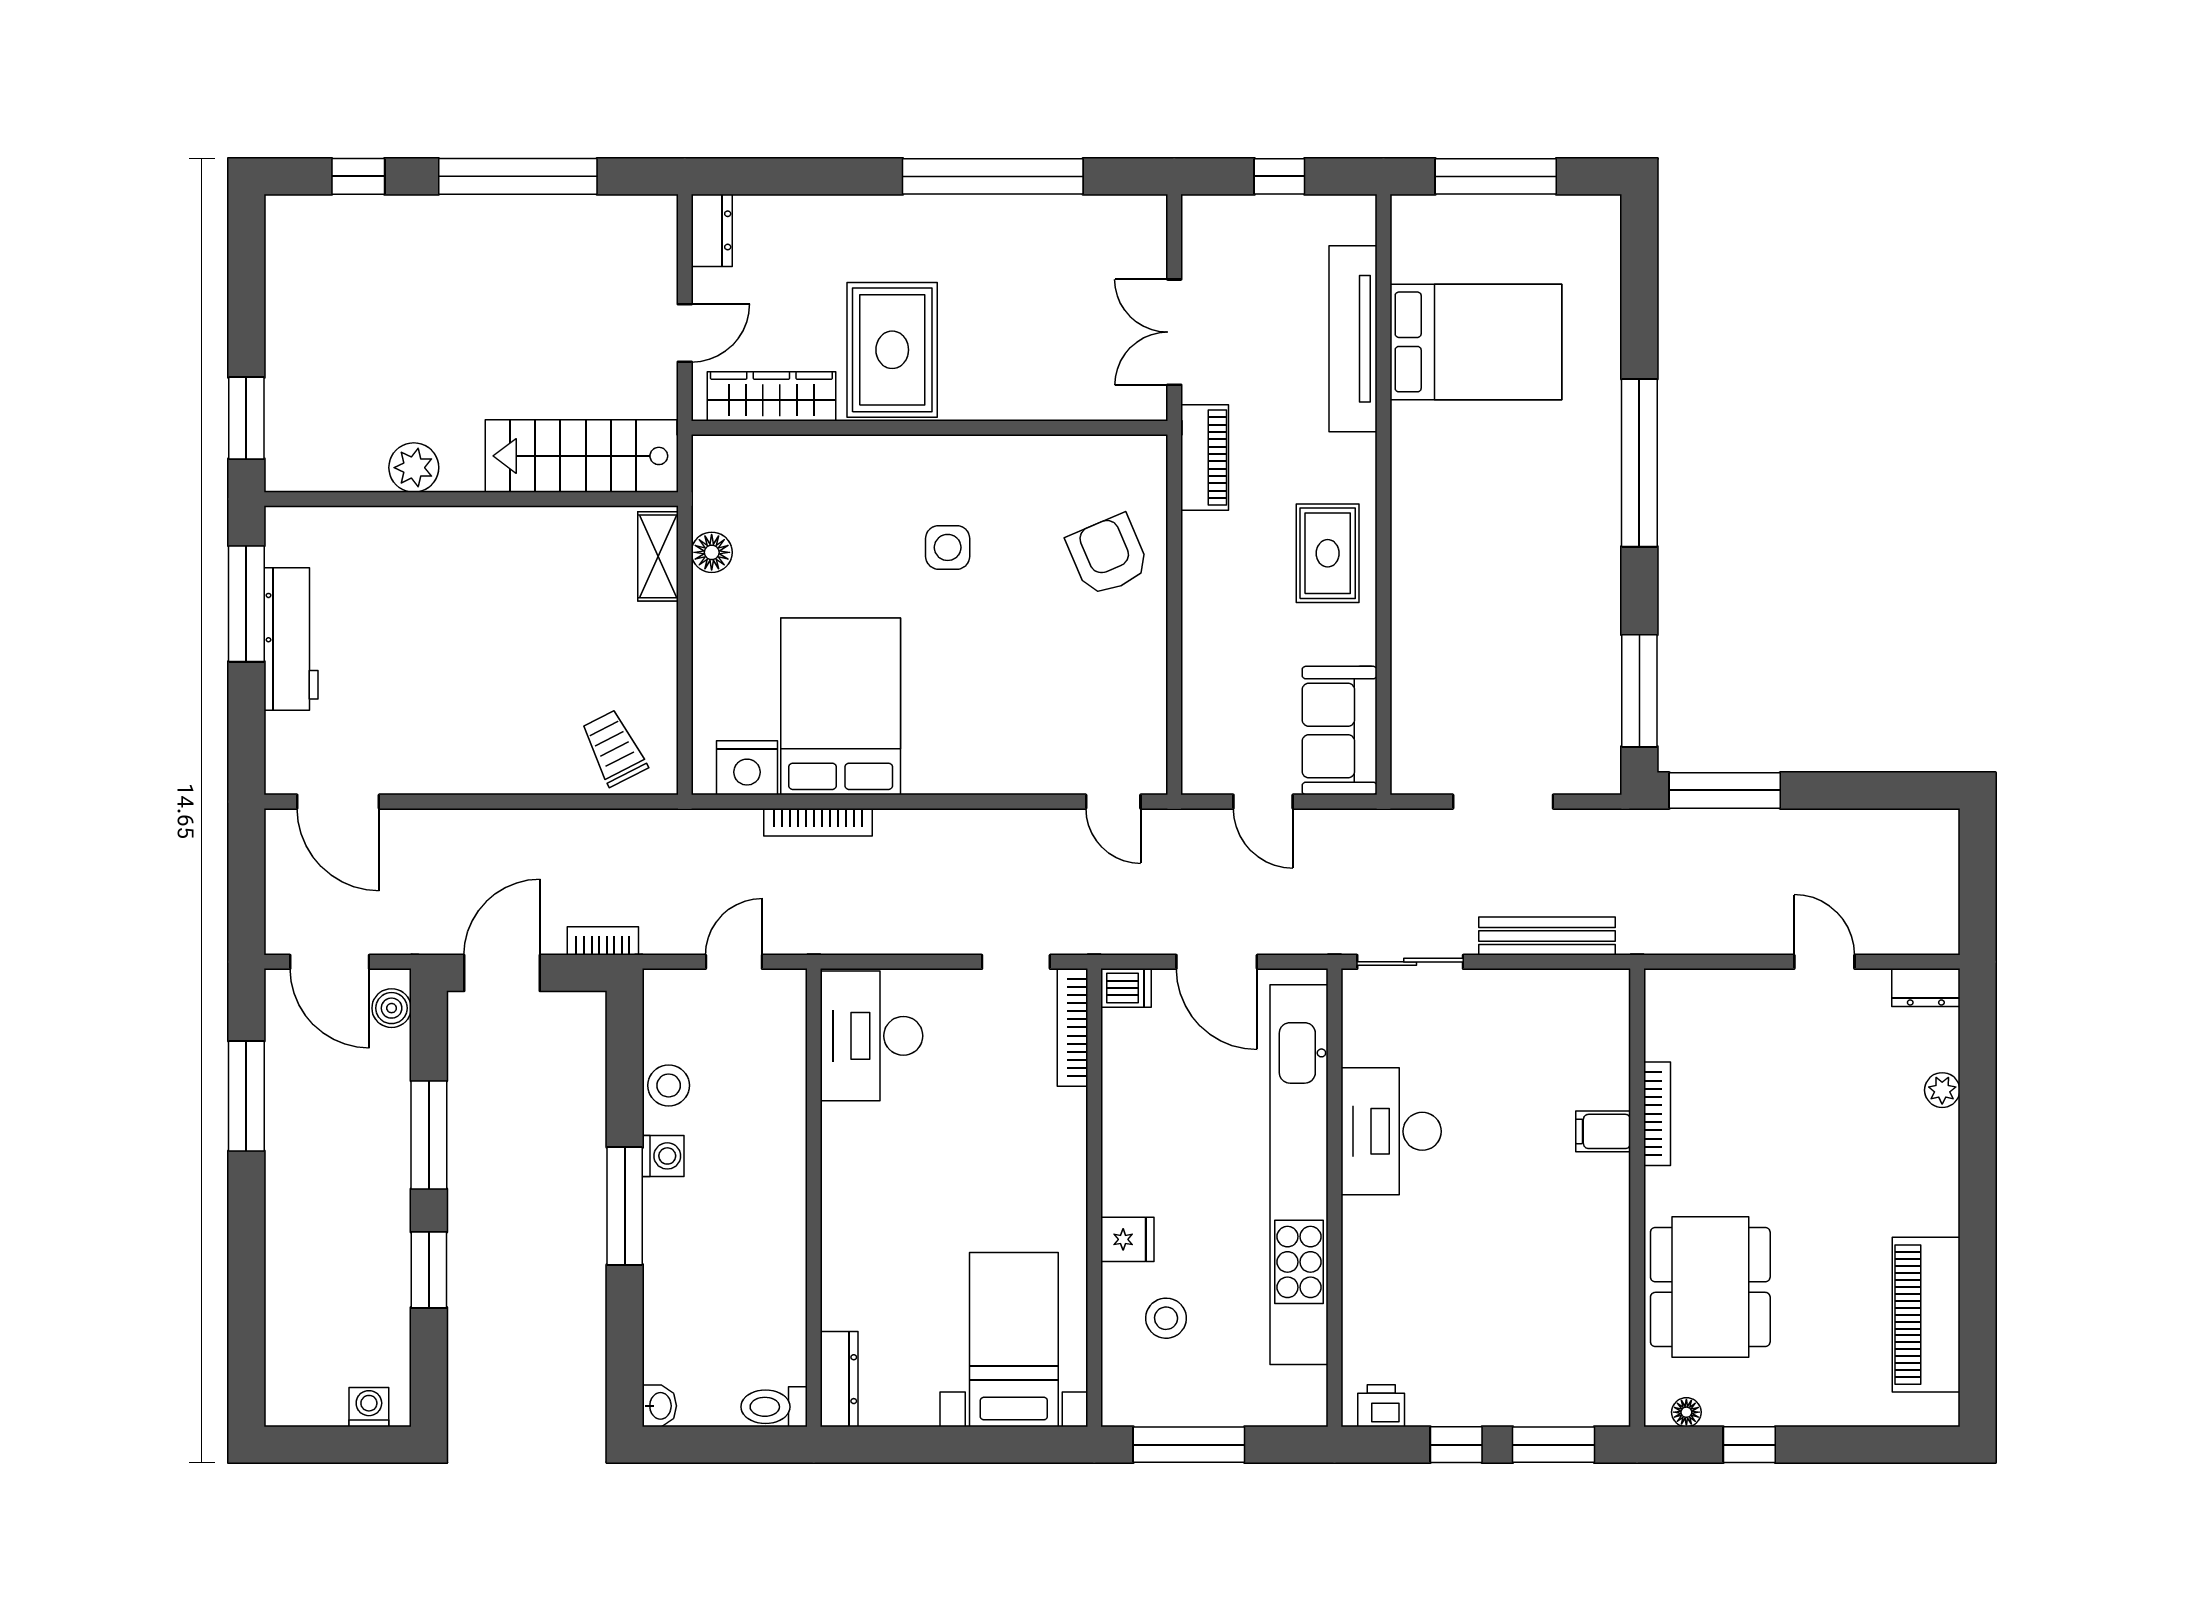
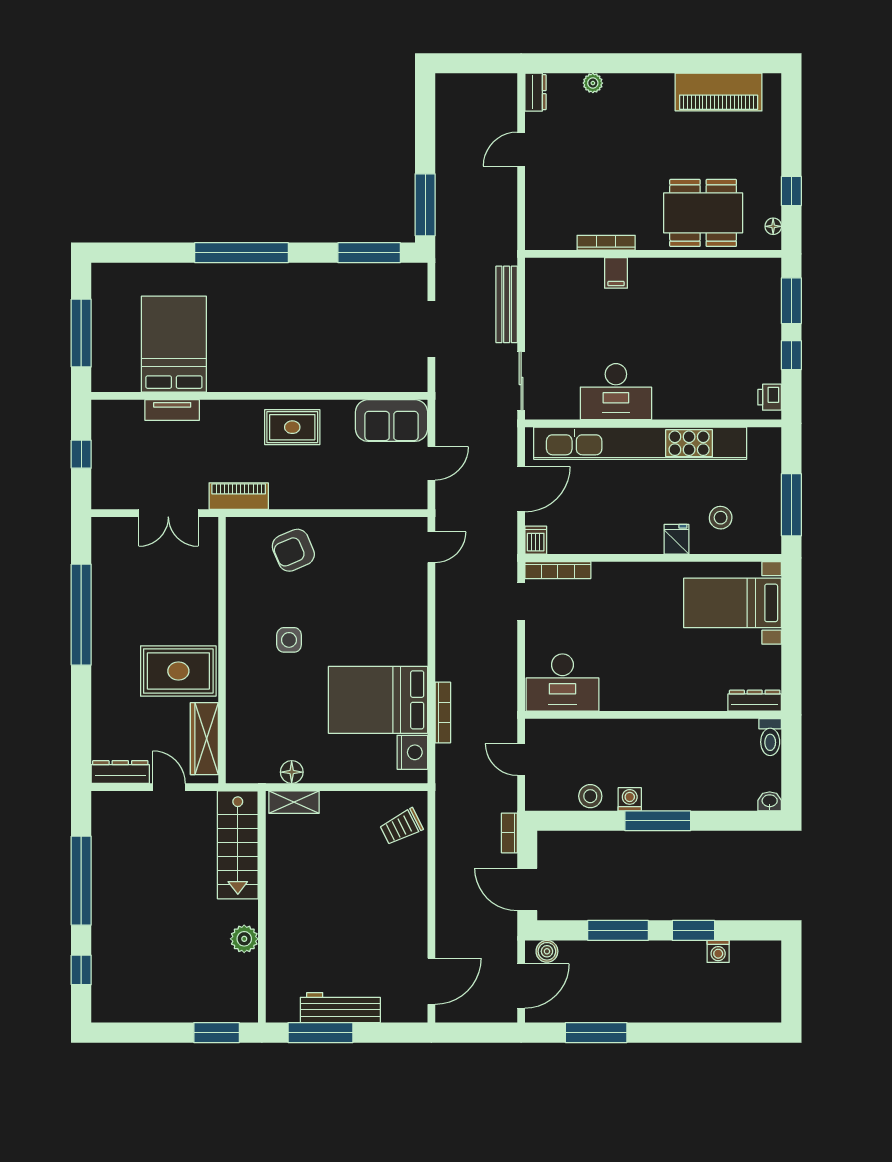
dresser: (712, 230) -> (120, 772), width x1.44
tv unit: (1353, 339) -> (172, 410), width x0.52, depth x0.78
washing machine: (369, 1407) -> (718, 951), moved, turned -90

